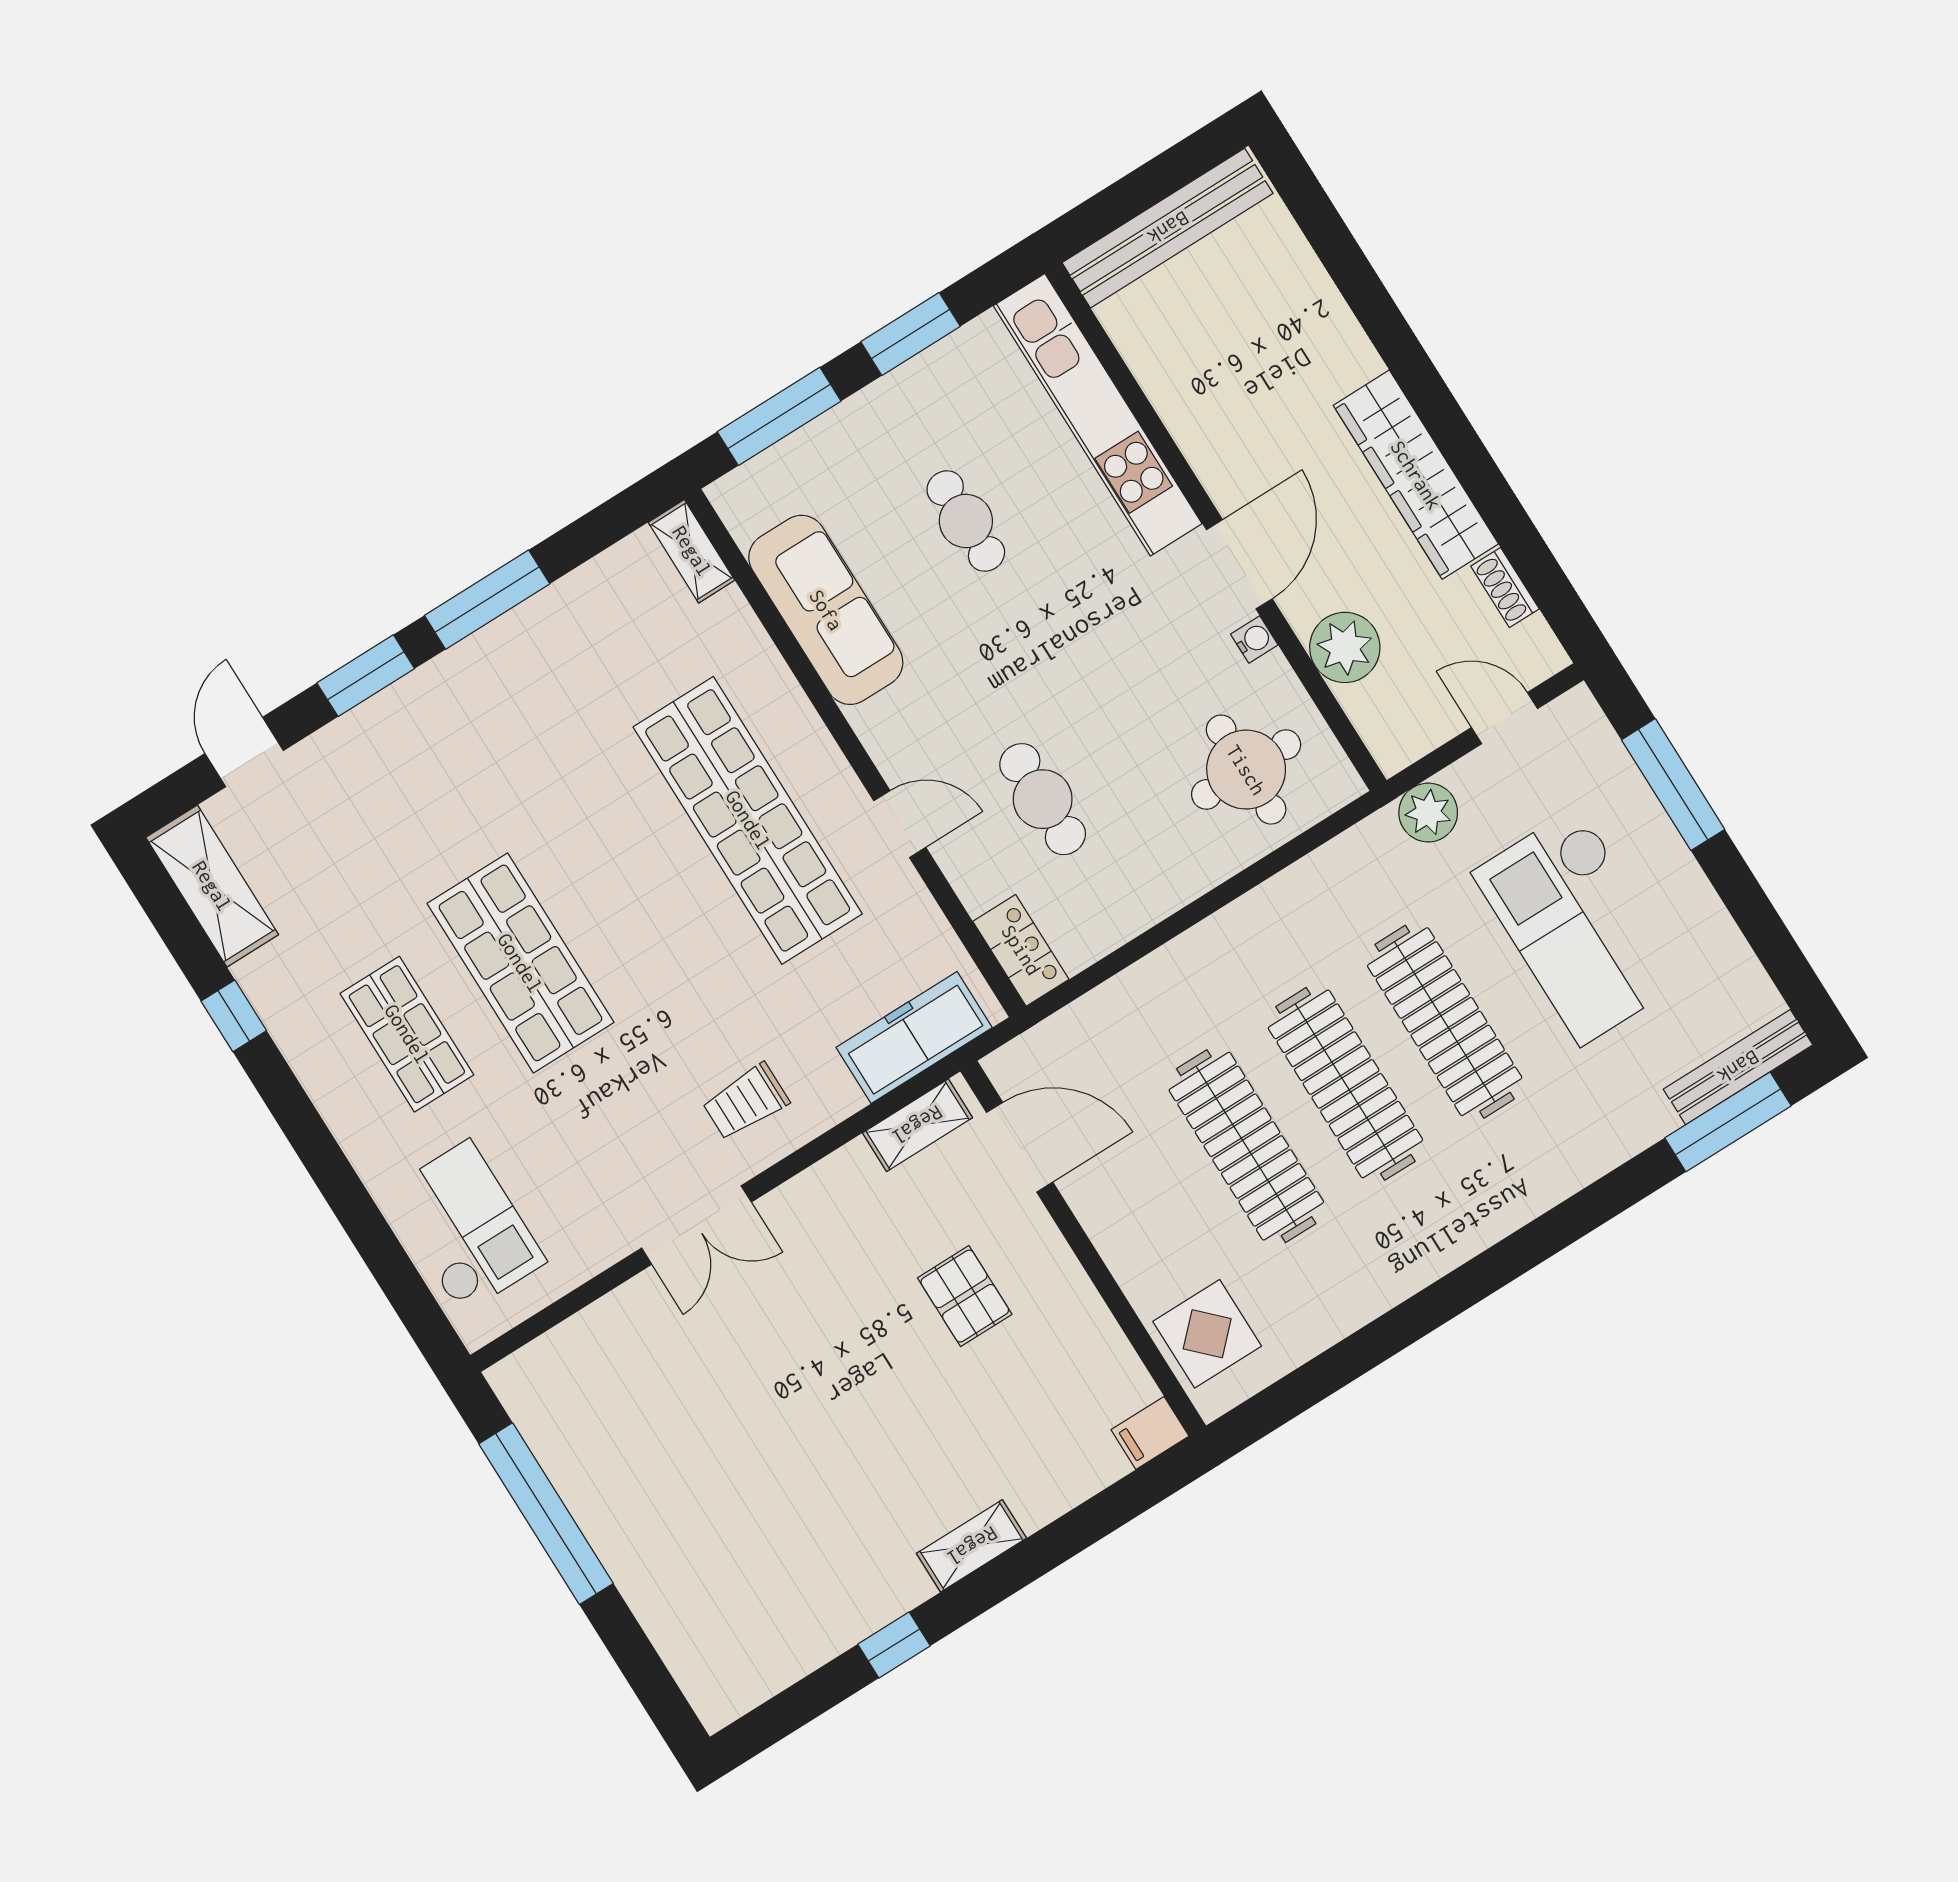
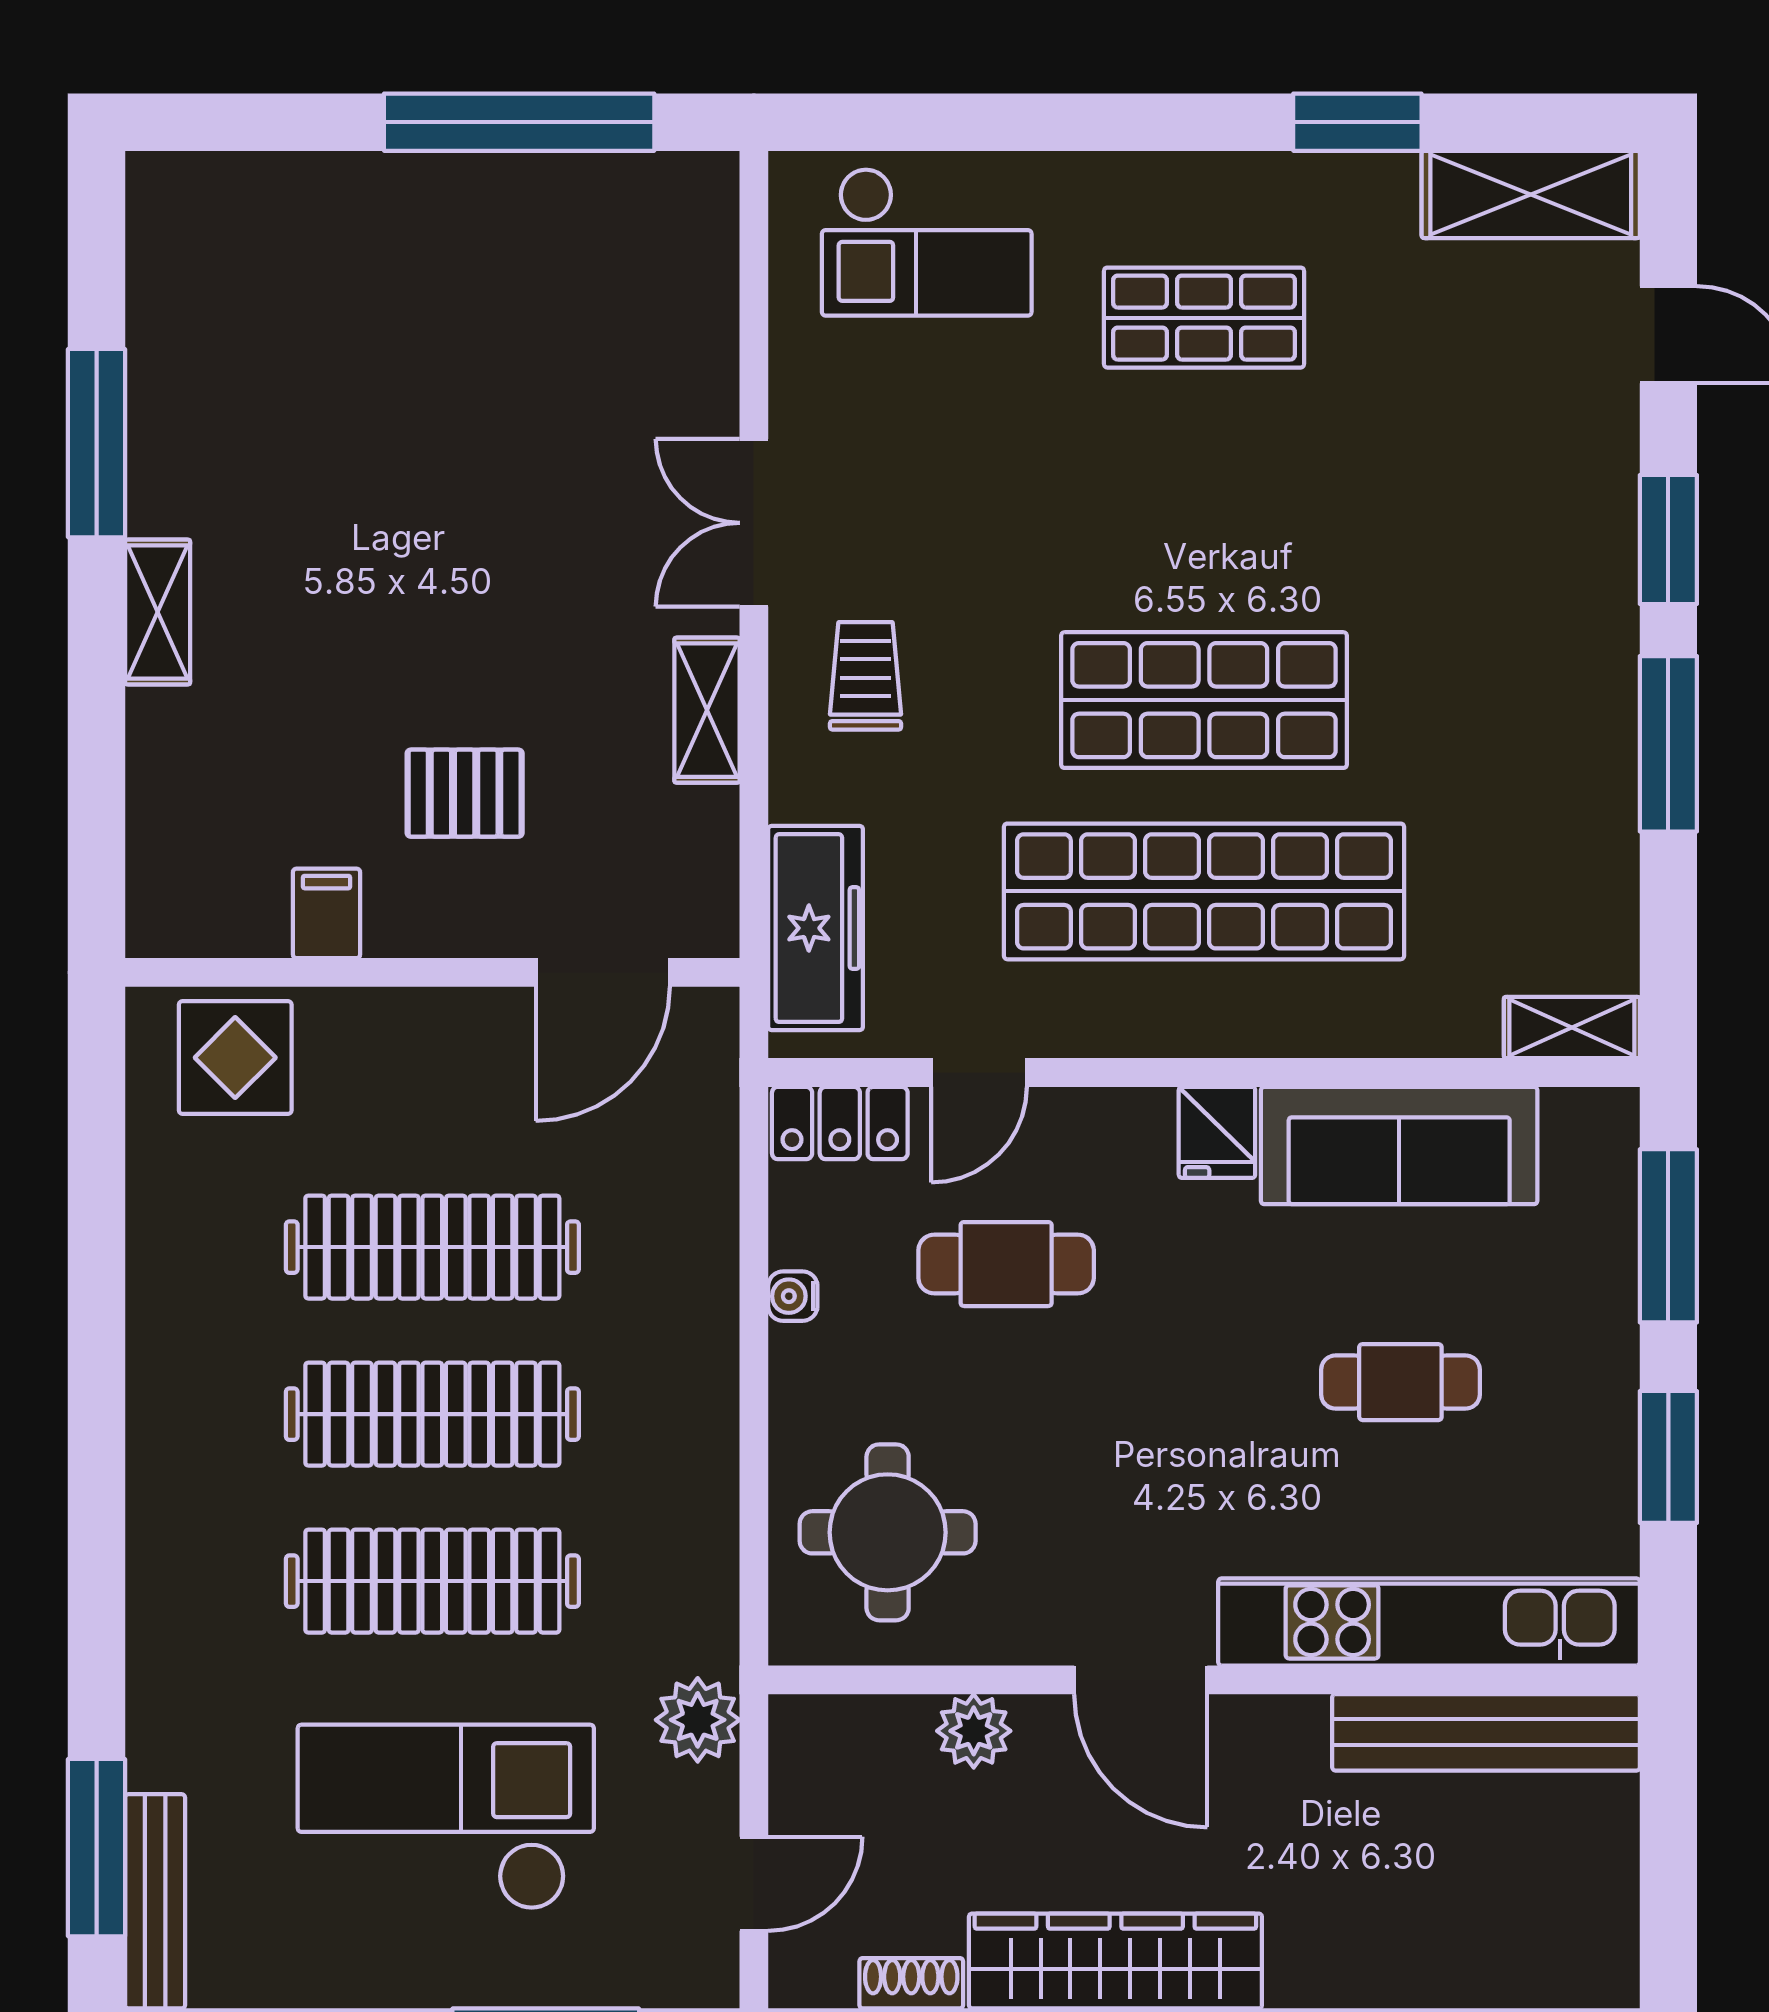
bench: (1168, 228) -> (1486, 1732), moved, turned 90
water cooler: (1254, 640) -> (793, 1296), moved, turned 90
plant: (1345, 647) -> (974, 1731), width x0.73, depth x0.73
fridge: (886, 723) -> (1217, 1132), added
door: (900, 824) -> (979, 1072), moved
shop shelf: (520, 963) -> (1204, 700), moved
window: (234, 1016) -> (1357, 122), width x1.50
shelving: (917, 1125) -> (707, 710), moved
filing cabinet: (1150, 1433) -> (327, 913), moved
window: (894, 1645) -> (97, 443), width x2.17

